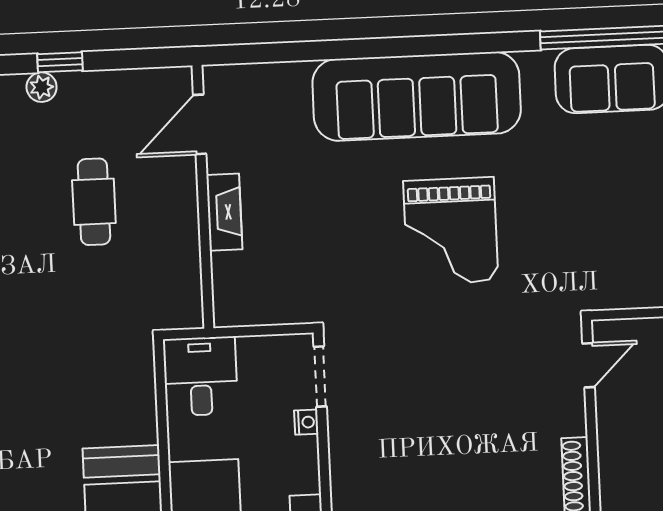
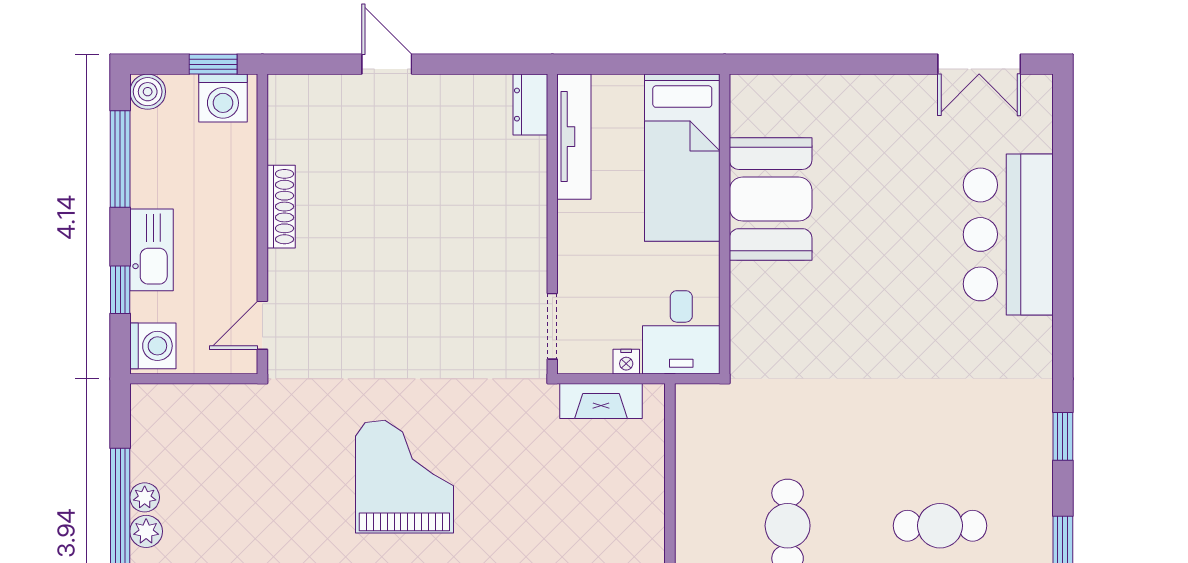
fireplace: (224, 212) -> (601, 401), moved, turned -90
nightstand: (306, 422) -> (626, 362), moved, turned -90

